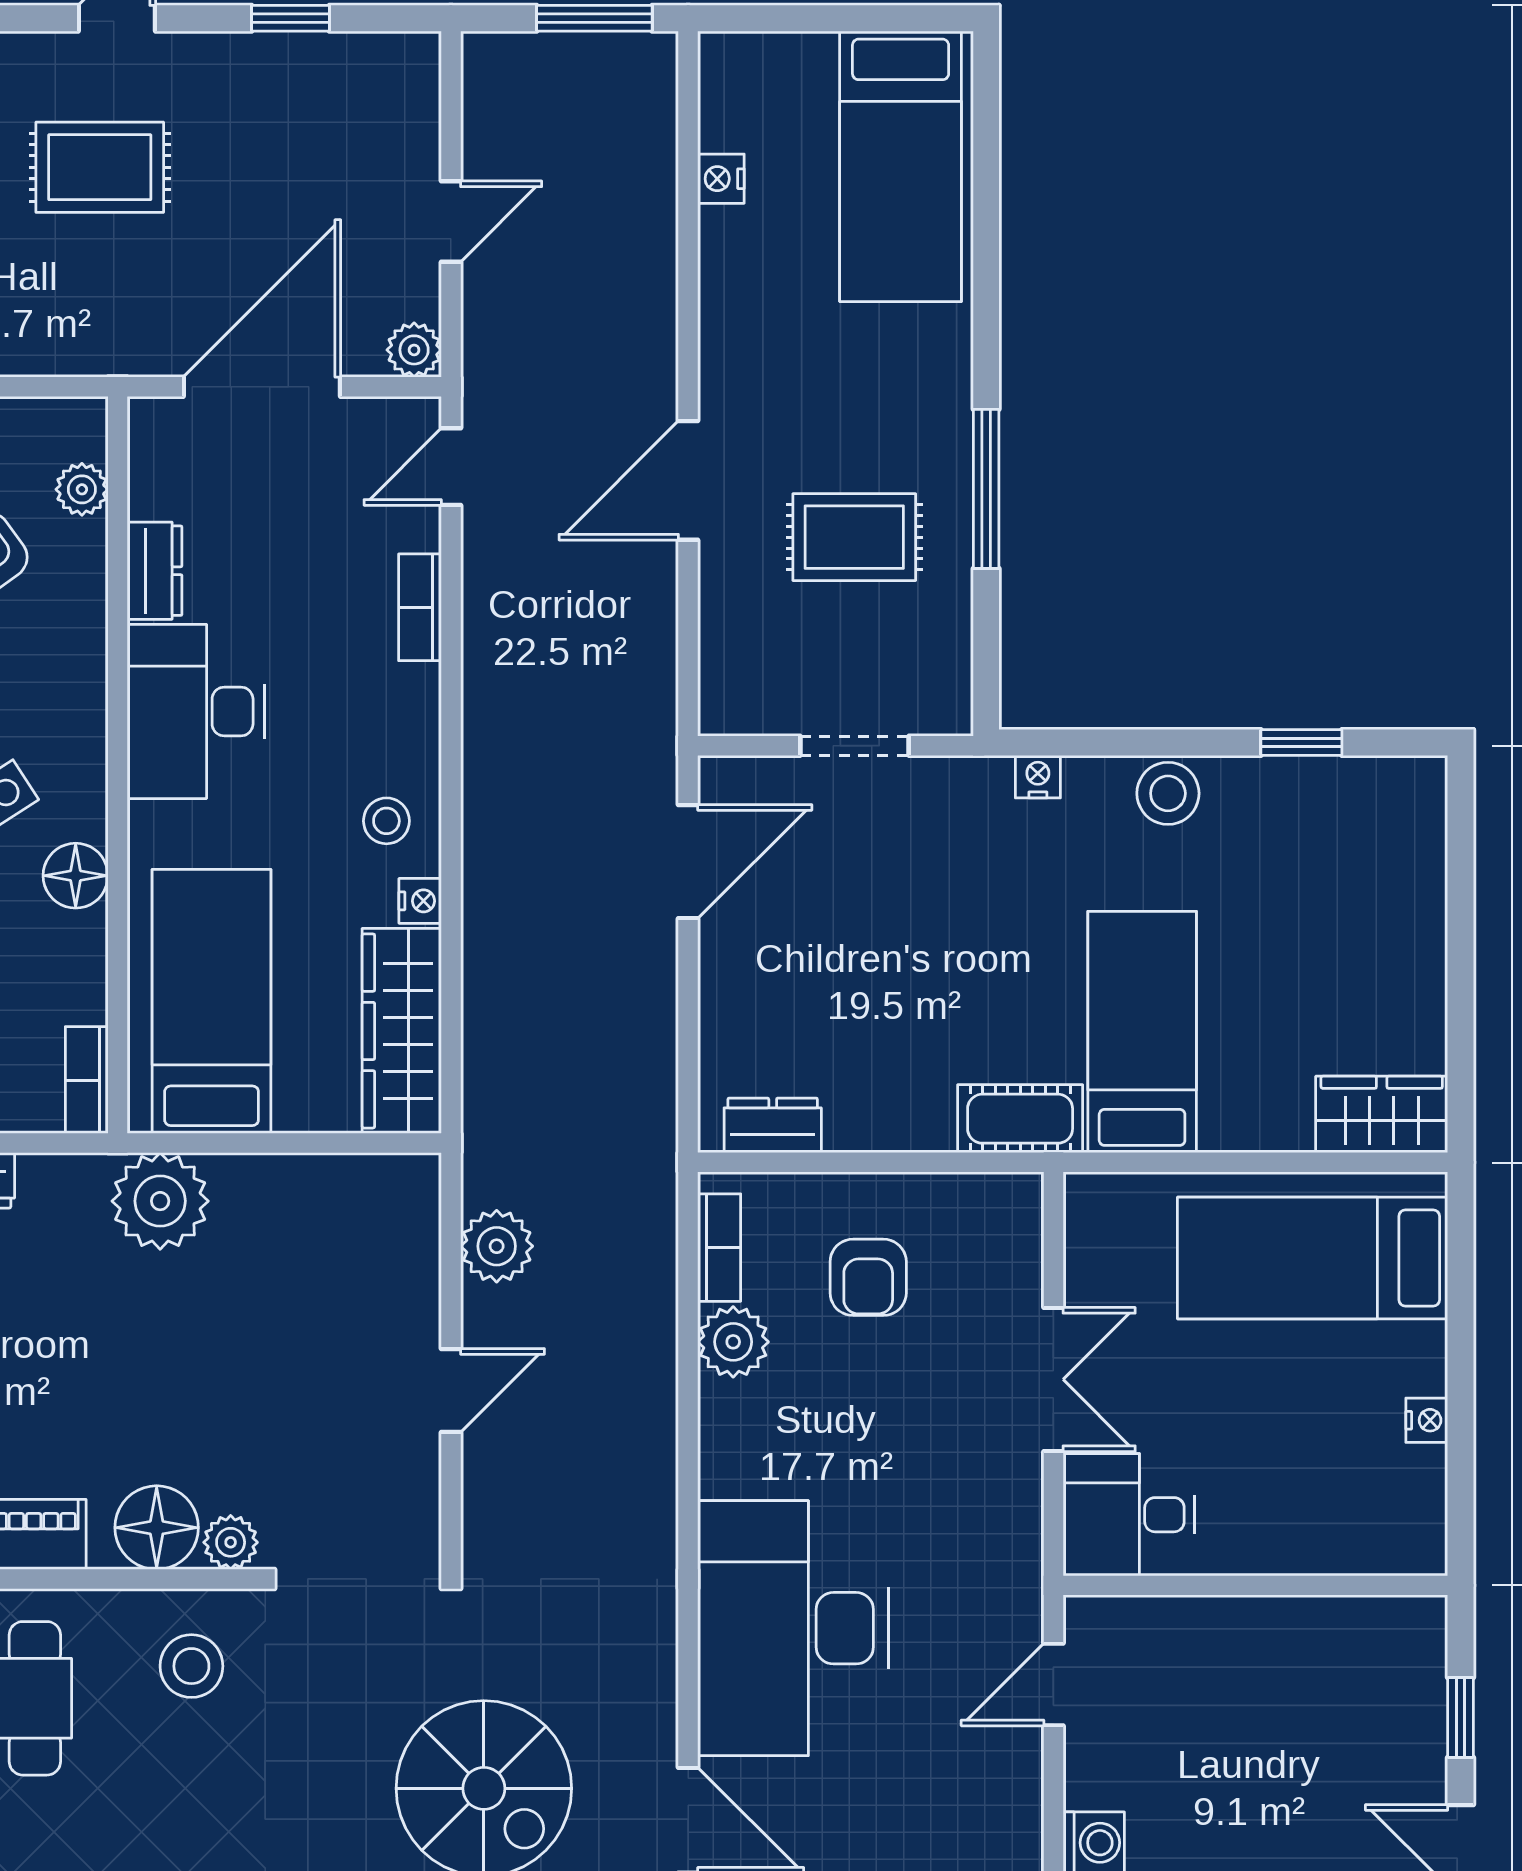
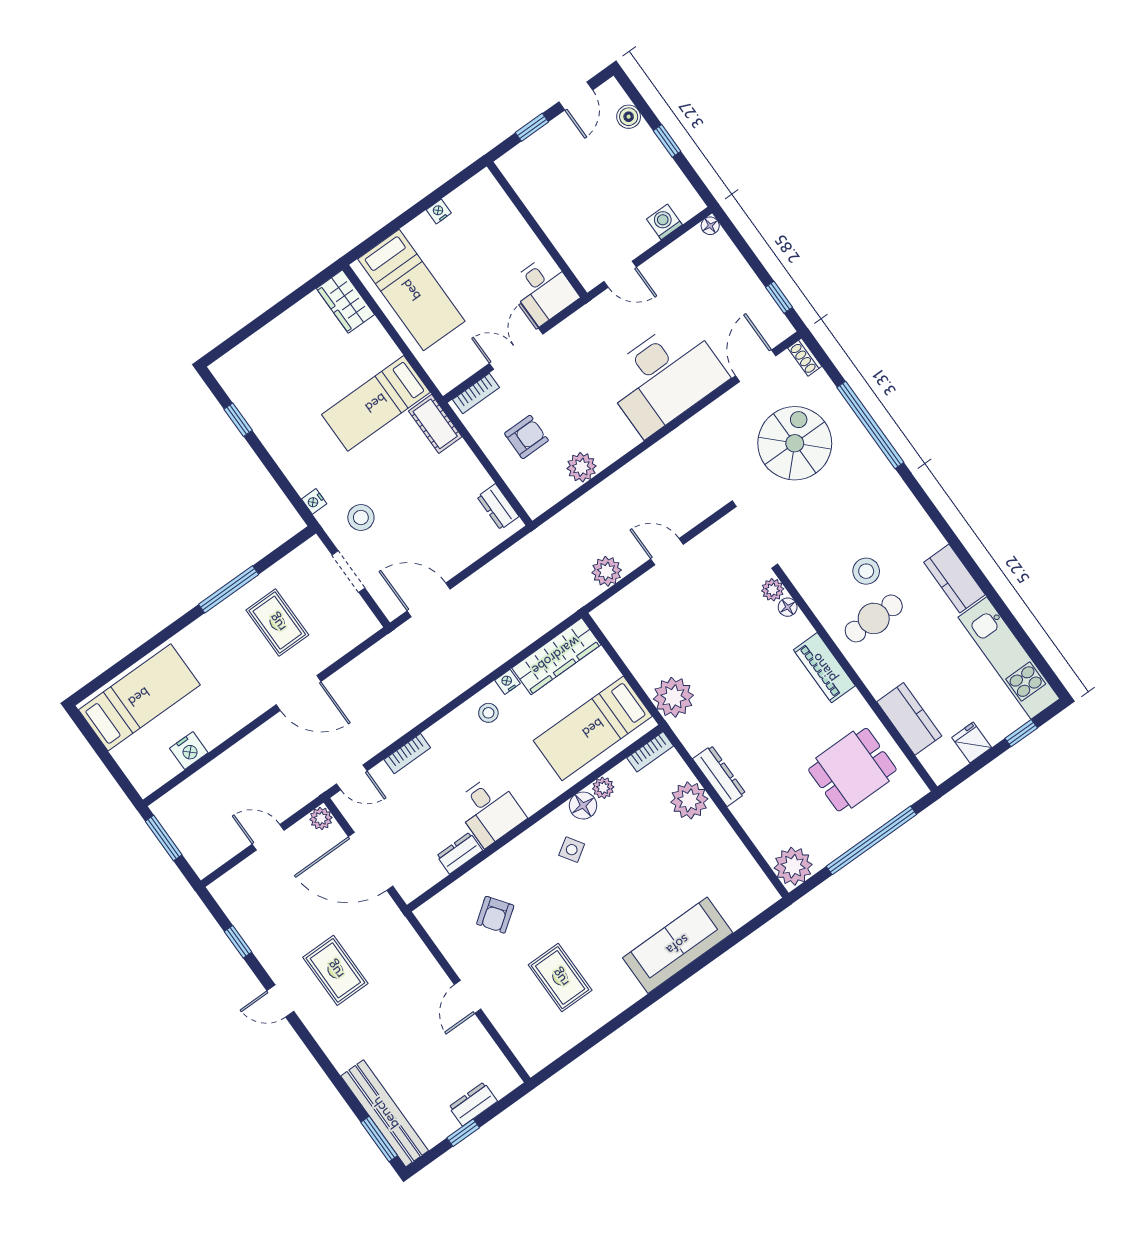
nightstand: (721, 179) -> (189, 750), width x1.39, depth x1.35
plant: (82, 489) -> (603, 788), moved
desk: (196, 711) -> (490, 810), width x0.73
stool: (1168, 793) -> (361, 517), moved
bookcase: (719, 1248) -> (476, 393), moved, turned 180
floor lamp: (157, 1528) -> (788, 607), width x0.53, depth x0.53
stool: (191, 1666) -> (866, 571), moved

